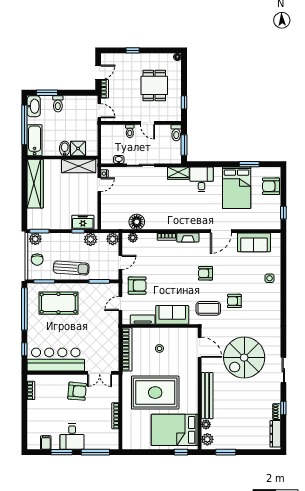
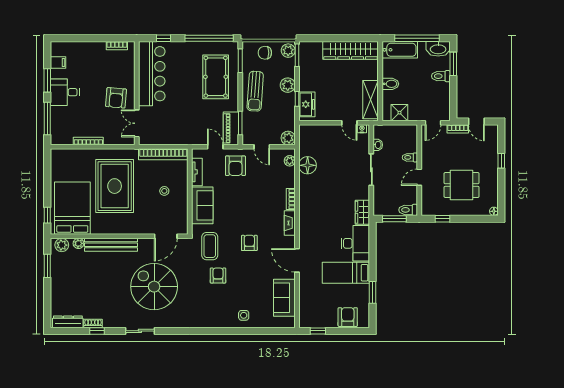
shower: (78, 149) -> (399, 113), moved
desk: (202, 179) -> (355, 243), width x1.37
bed: (237, 188) -> (346, 273), width x0.67
plant: (91, 239) -> (288, 85), moved
piano: (104, 290) -> (231, 128), added

